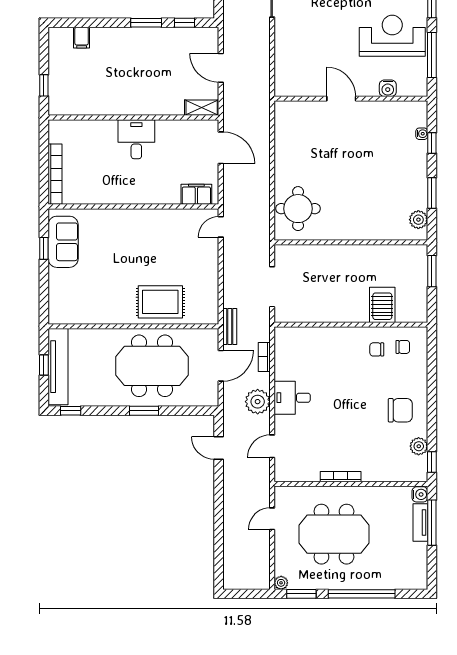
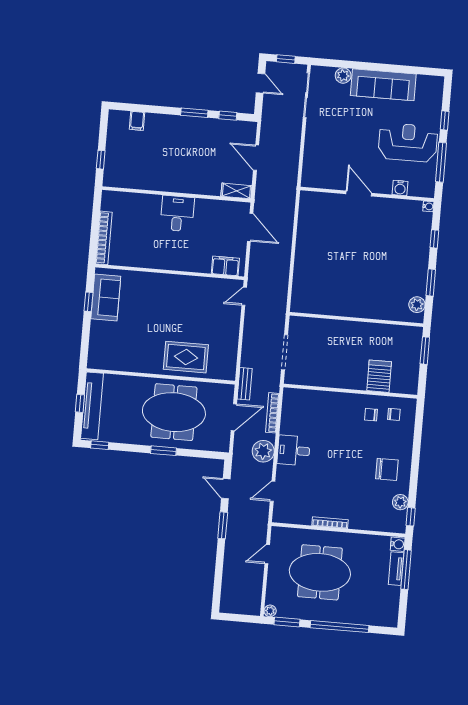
water cooler: (422, 134) -> (428, 206), moved
round table: (298, 209) -> (313, 286), removed
bookcase: (264, 357) -> (272, 413), width x1.56
window: (219, 490) -> (223, 525), added

